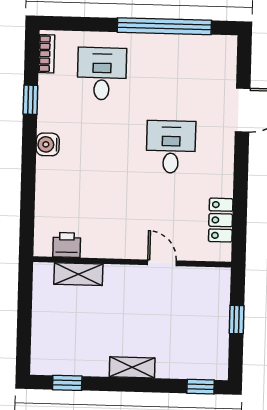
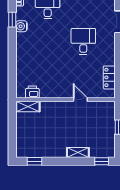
water cooler: (48, 144) -> (21, 26), moved
shelving: (78, 274) -> (28, 107), moved
shelving: (132, 367) -> (78, 153), moved

